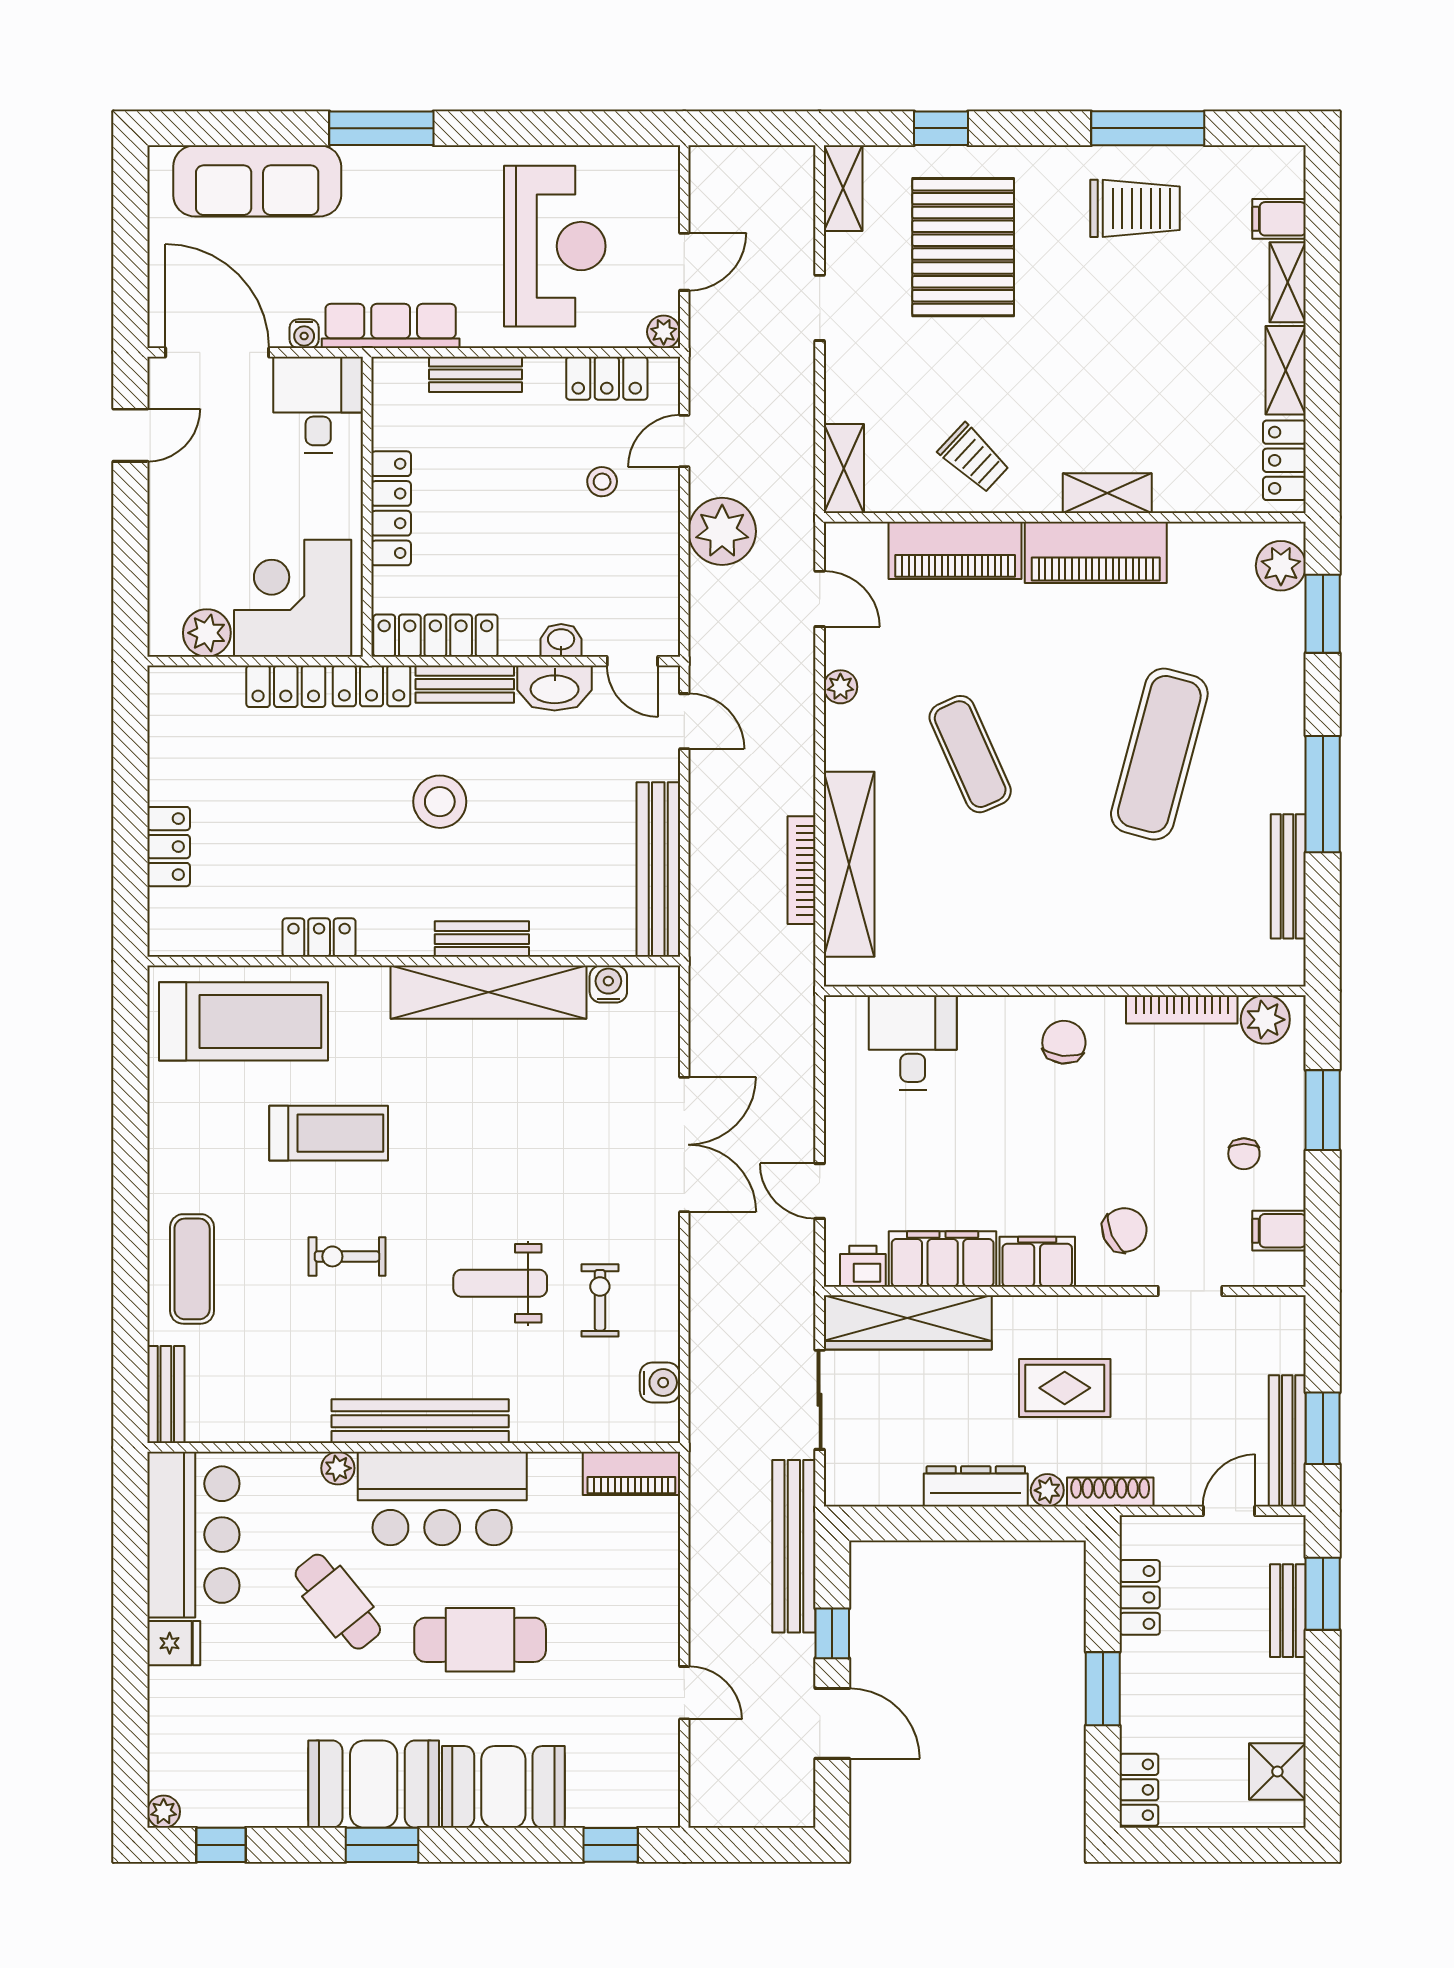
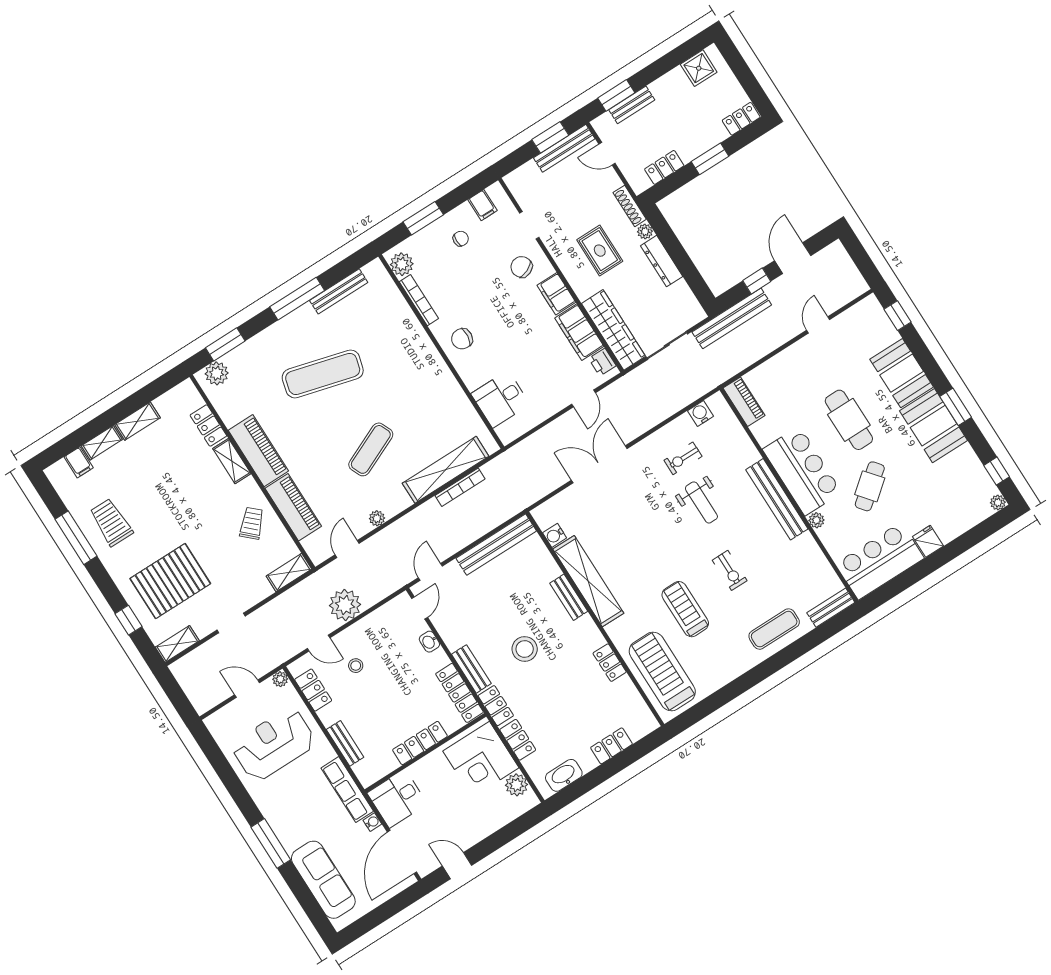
locker: (1284, 460) -> (208, 426), moved, turned 90
washbasin: (555, 688) -> (564, 775), moved, turned -90

